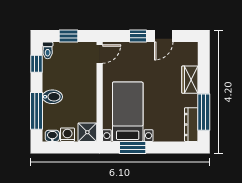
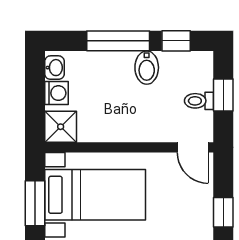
toilet: (48, 50) -> (199, 101), moved
bidet: (52, 97) -> (147, 68), moved
window: (37, 111) -> (118, 41), moved

